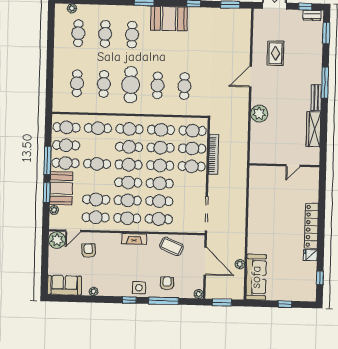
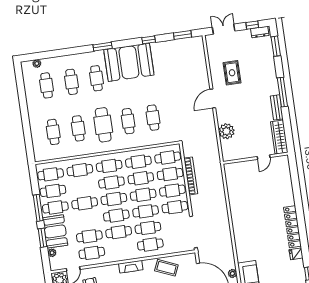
booth: (169, 19) -> (129, 62), width x1.36, depth x1.42
wall: (284, 165) -> (256, 158), moved
door: (293, 165) -> (264, 157), moved
cafe table: (127, 218) -> (175, 207), moved

